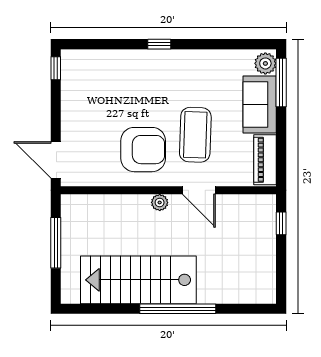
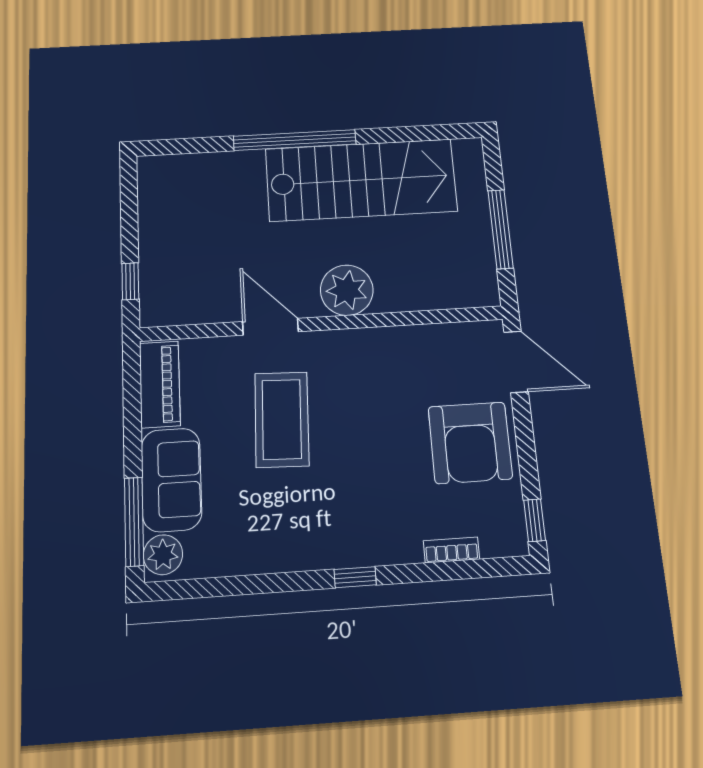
bookcase: (104, 55) -> (452, 550), added
armchair: (143, 150) -> (470, 443), moved, turned -90
plant: (160, 202) -> (347, 290), width x1.87, depth x1.87

